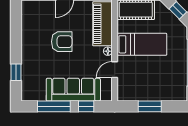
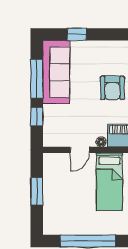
door: (115, 70) -> (80, 150), swing flipped
sofa: (73, 90) -> (56, 72), moved

